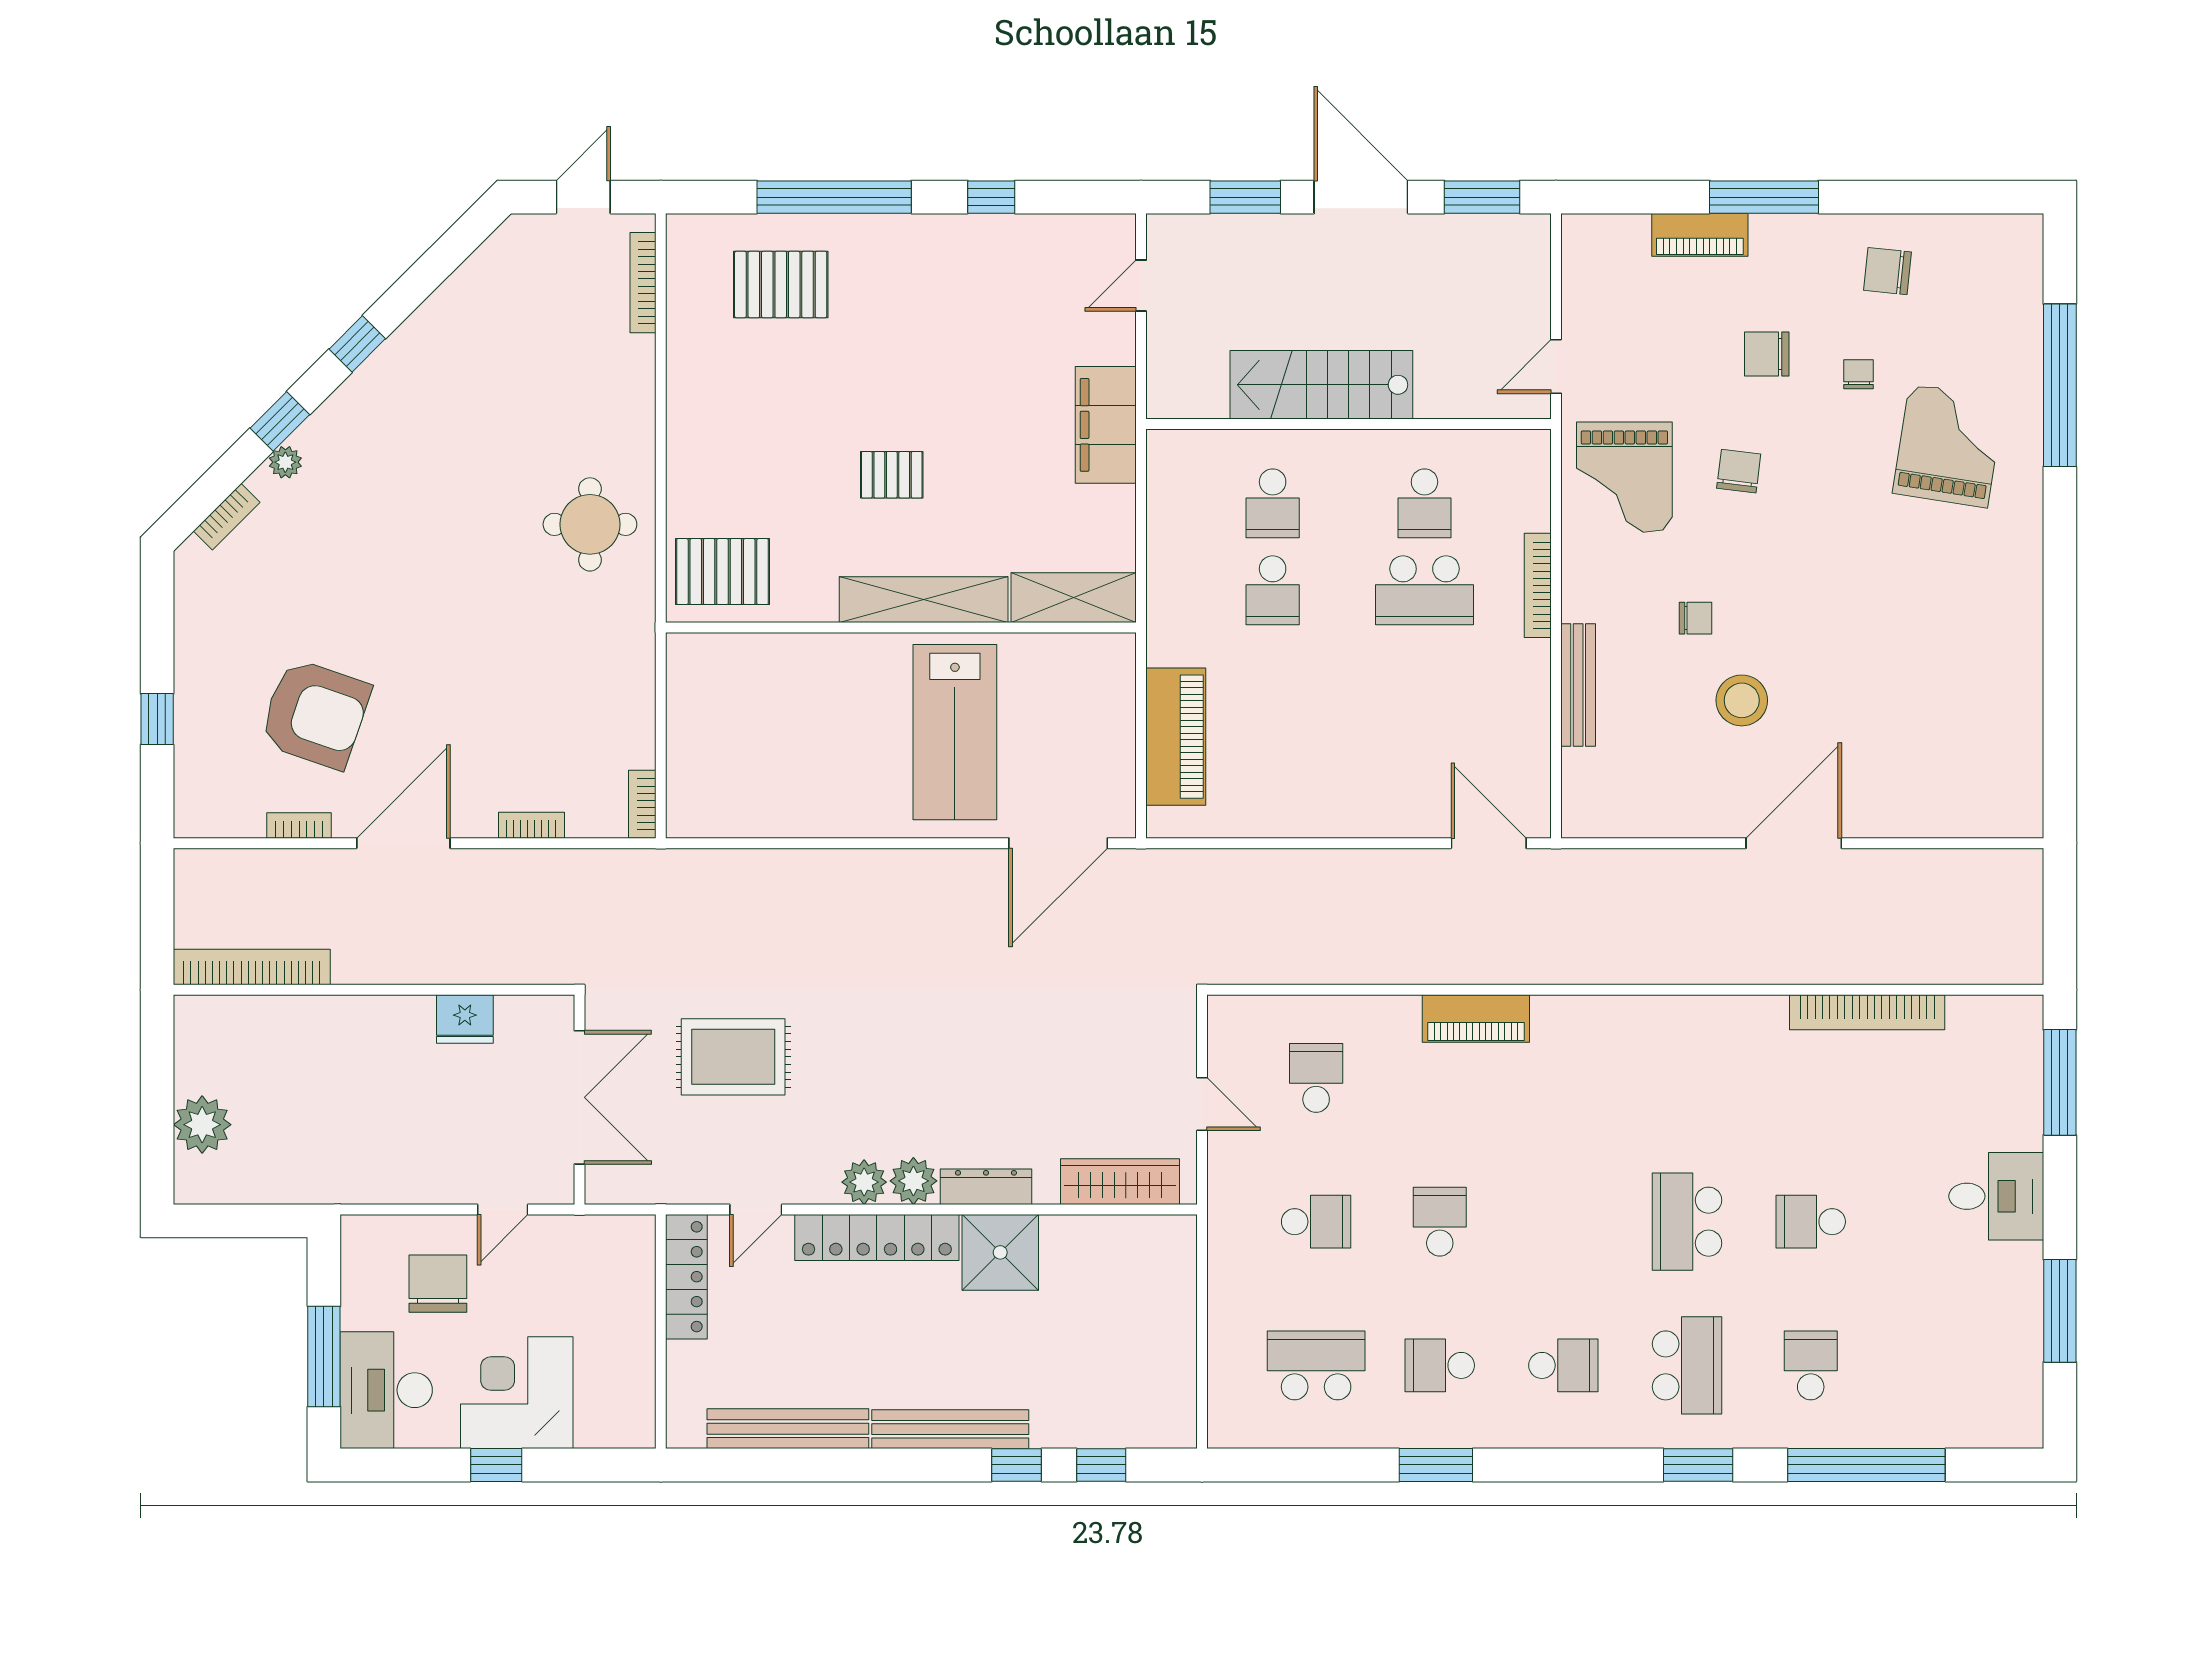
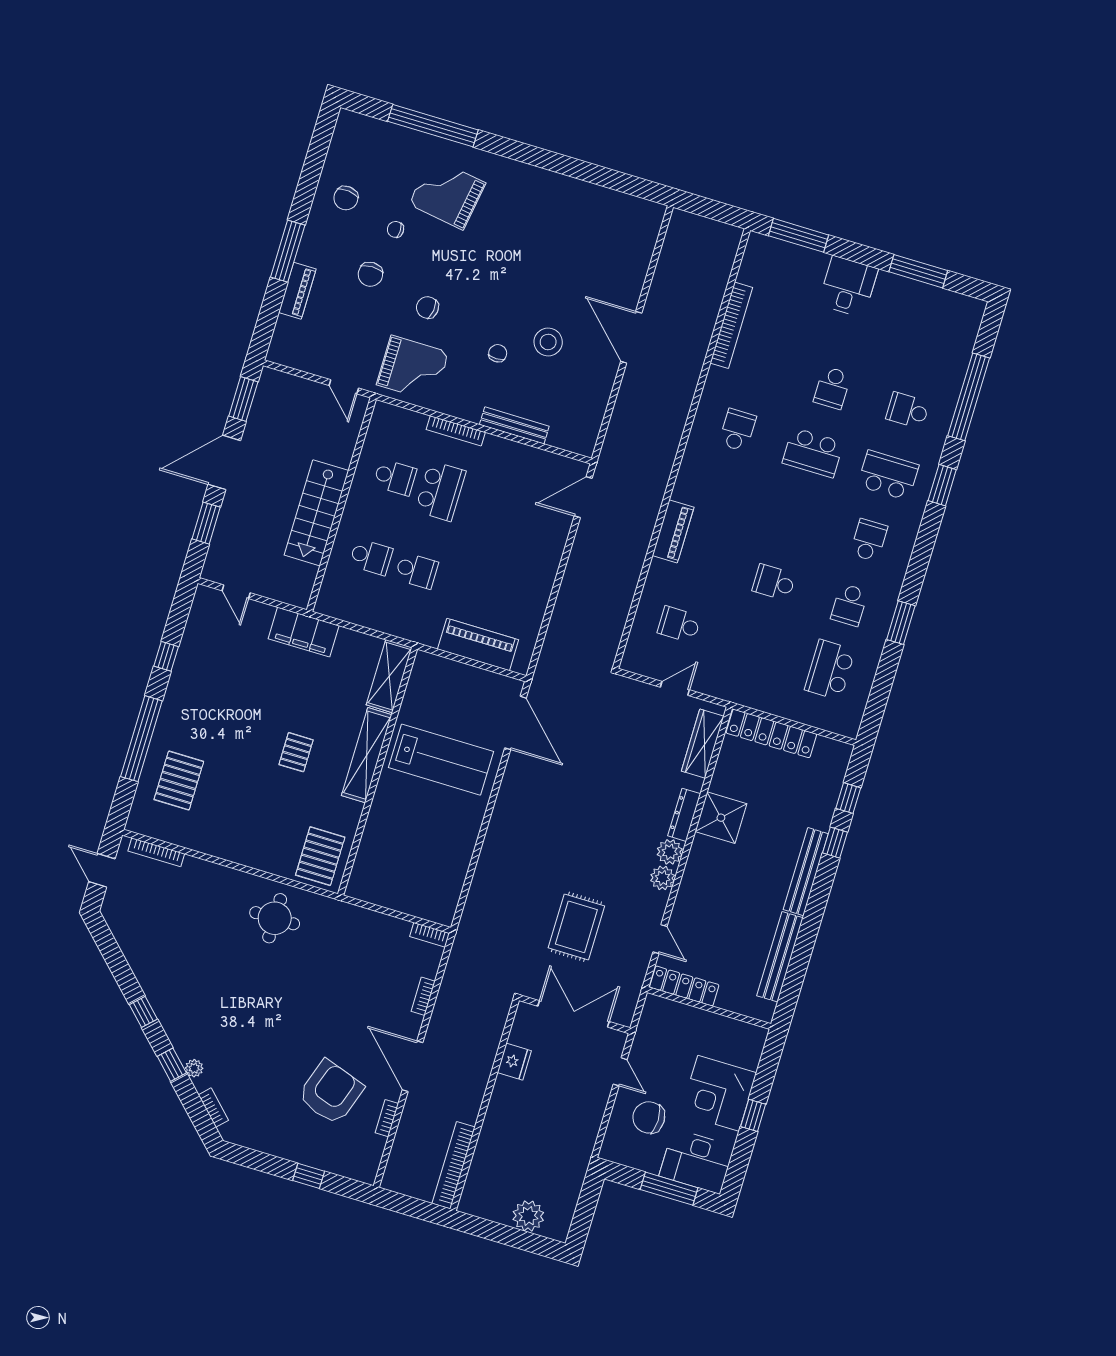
school desk: (1316, 1222) -> (737, 430), moved
locker: (877, 1238) -> (771, 733), moved, turned 90

